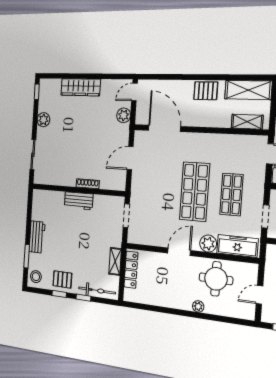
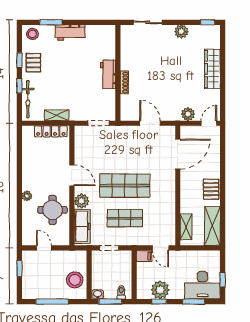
door: (135, 92) -> (209, 123), hinge flipped

